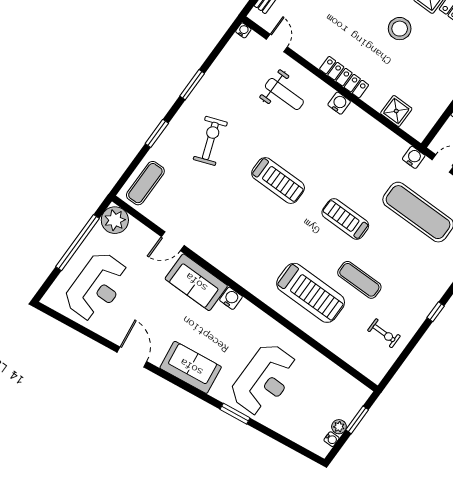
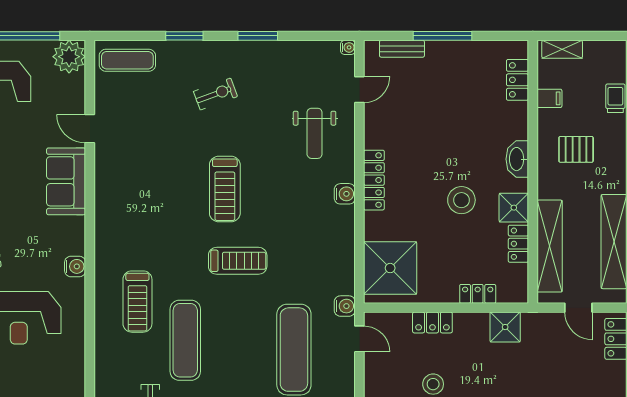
shower: (396, 111) -> (390, 268), width x1.86, depth x1.86
exercise bike: (210, 141) -> (215, 94), width x0.73, depth x0.72
treadmill: (345, 219) -> (238, 261), moved, turned 90
exercise mat: (359, 280) -> (185, 340), width x1.36, depth x1.45
treadmill: (311, 293) -> (137, 302), width x0.73, depth x0.73
water cooler: (231, 298) -> (75, 266), moved

